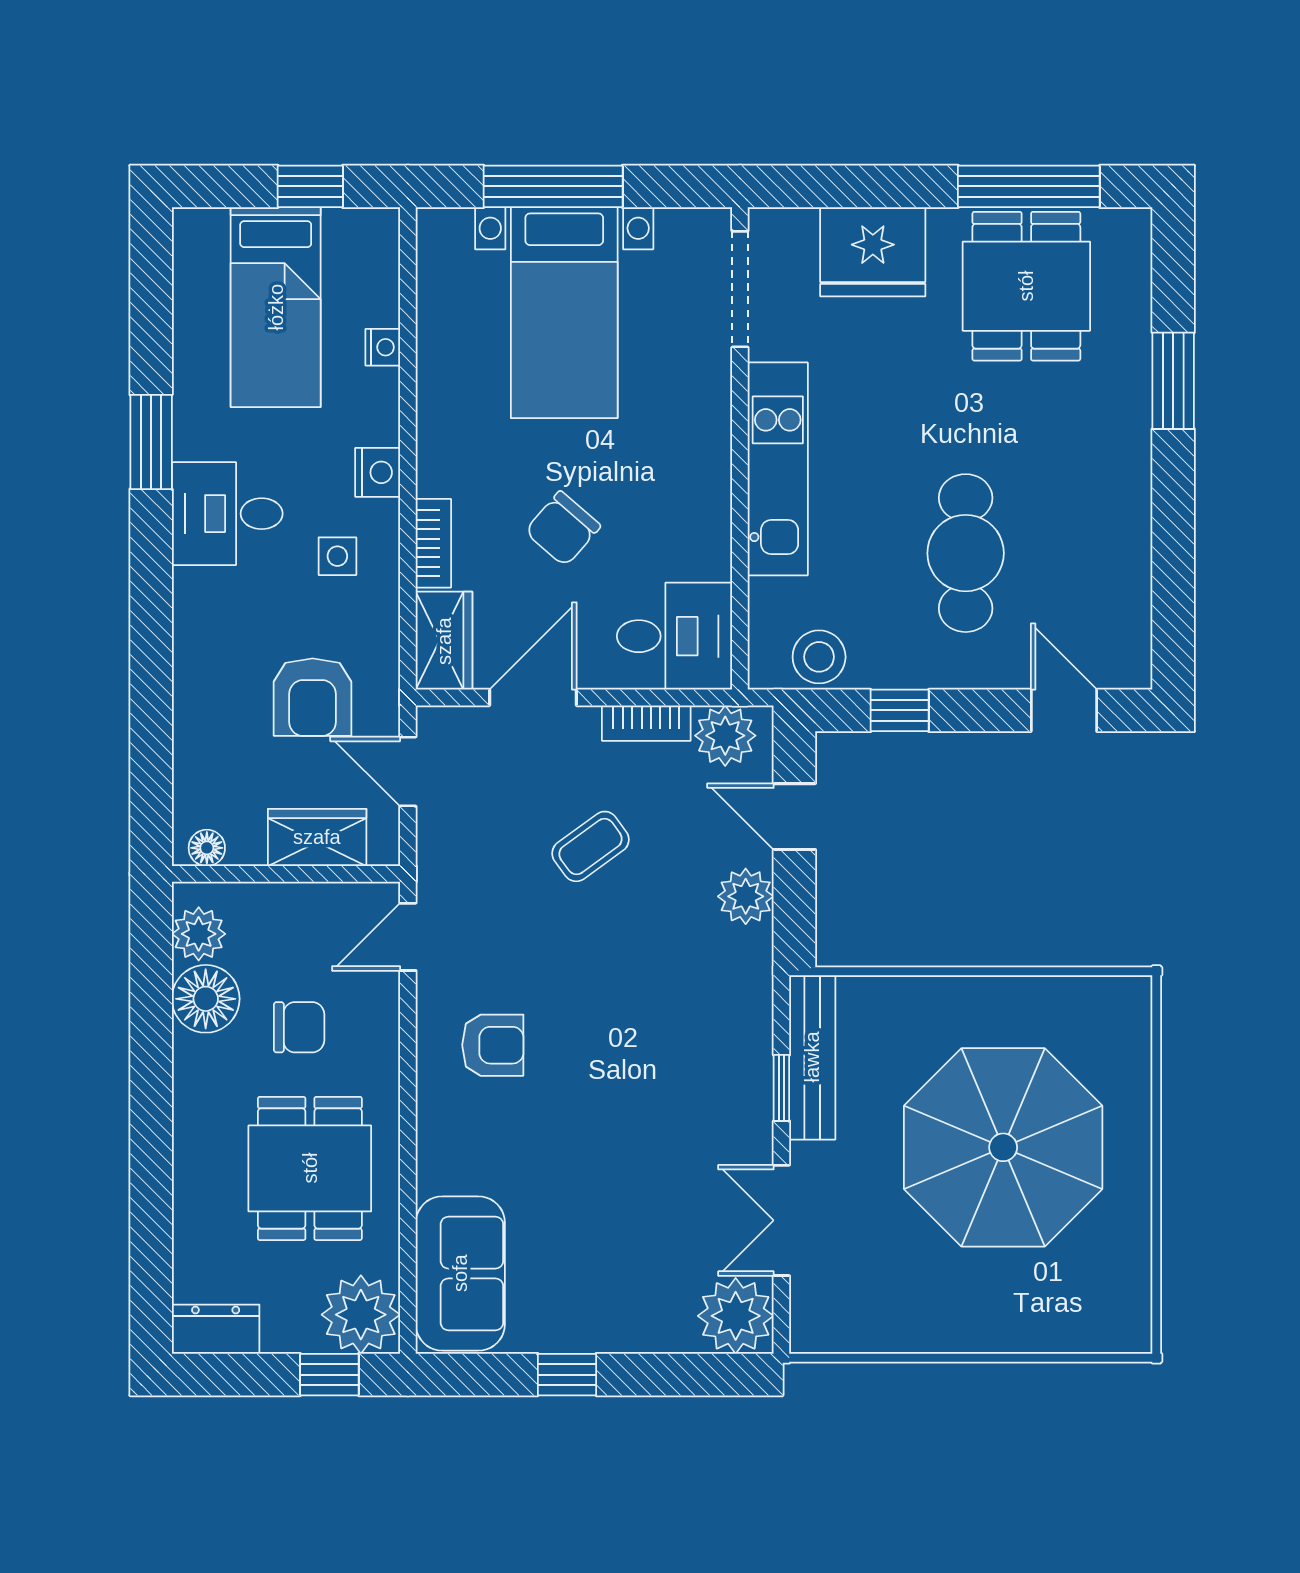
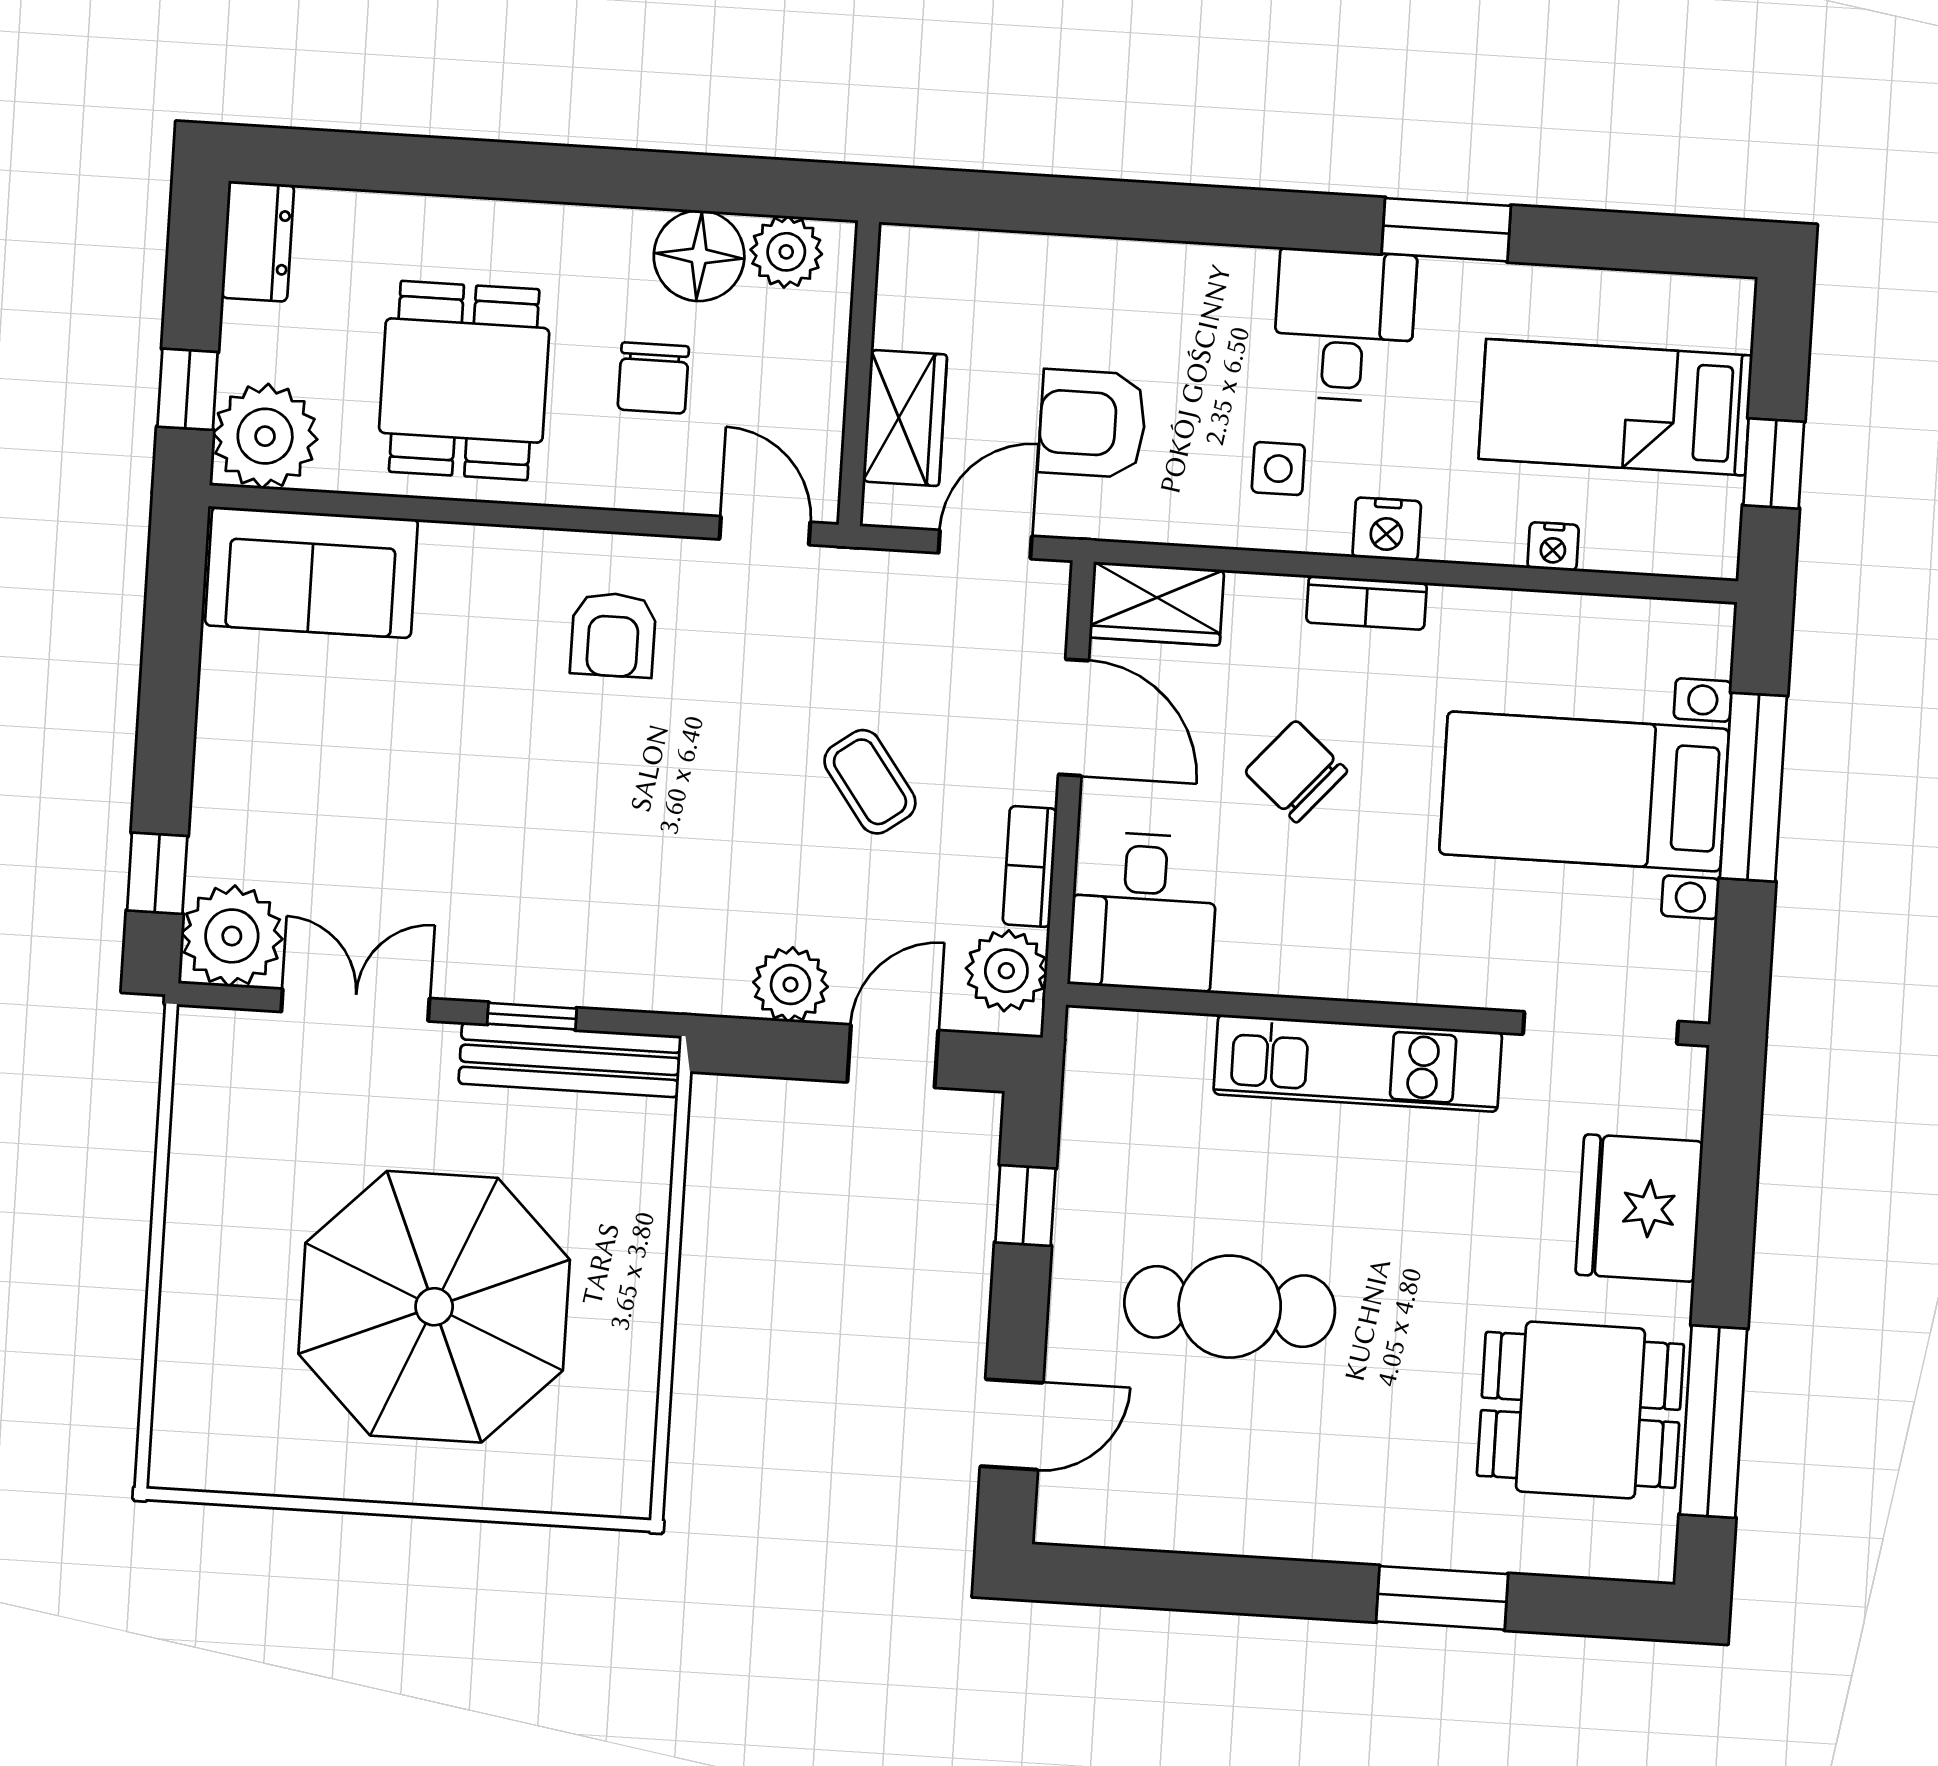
bookcase: (433, 543) -> (1366, 603), moved
stool: (819, 657) -> (1104, 1102), removed
floor lamp: (207, 848) -> (900, 270), removed
dining table: (310, 1168) -> (464, 380), turned 90
window: (567, 1375) -> (157, 873), moved

